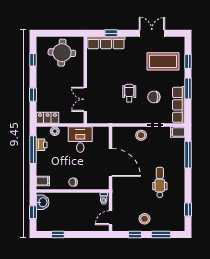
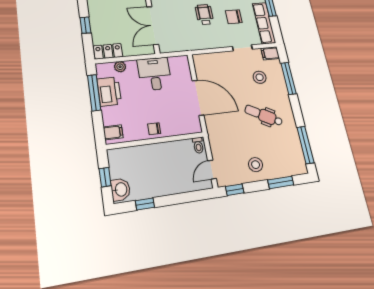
double door: (85, 99) -> (153, 26), width x1.37
stool: (141, 135) -> (260, 77), moved
printer: (42, 145) -> (109, 91), width x1.87, depth x1.48
dental chair: (160, 182) -> (264, 115), turned -61
washbasin: (43, 202) -> (121, 189), moved
window: (188, 210) -> (305, 145), width x2.17
window: (135, 234) -> (235, 190), moved

